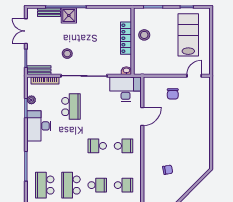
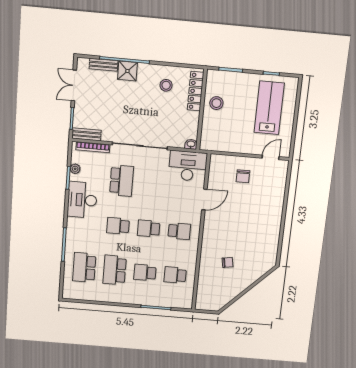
locker: (126, 38) -> (196, 91), moved
stool: (67, 54) -> (166, 85), moved
school desk: (71, 146) -> (118, 226), added
school desk: (97, 185) -> (145, 273), turned 180
school desk: (124, 185) -> (175, 275), turned 180

